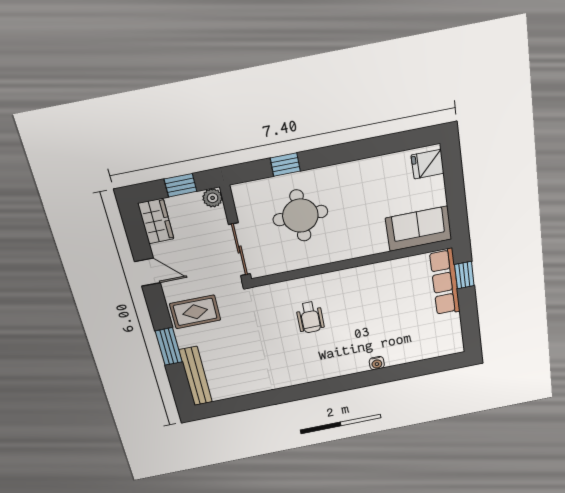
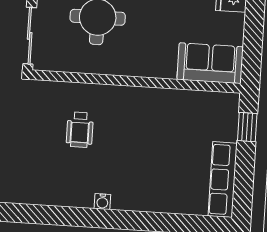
row of seats: (445, 282) -> (223, 180), moved
water cooler: (377, 363) -> (102, 202), moved

